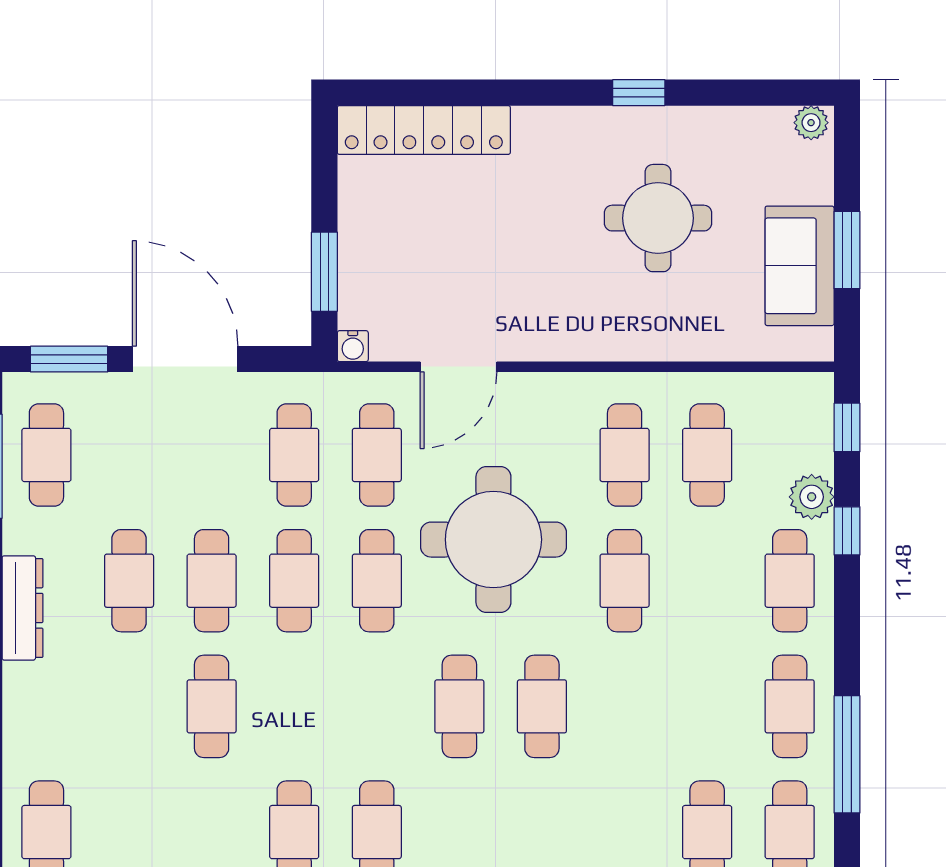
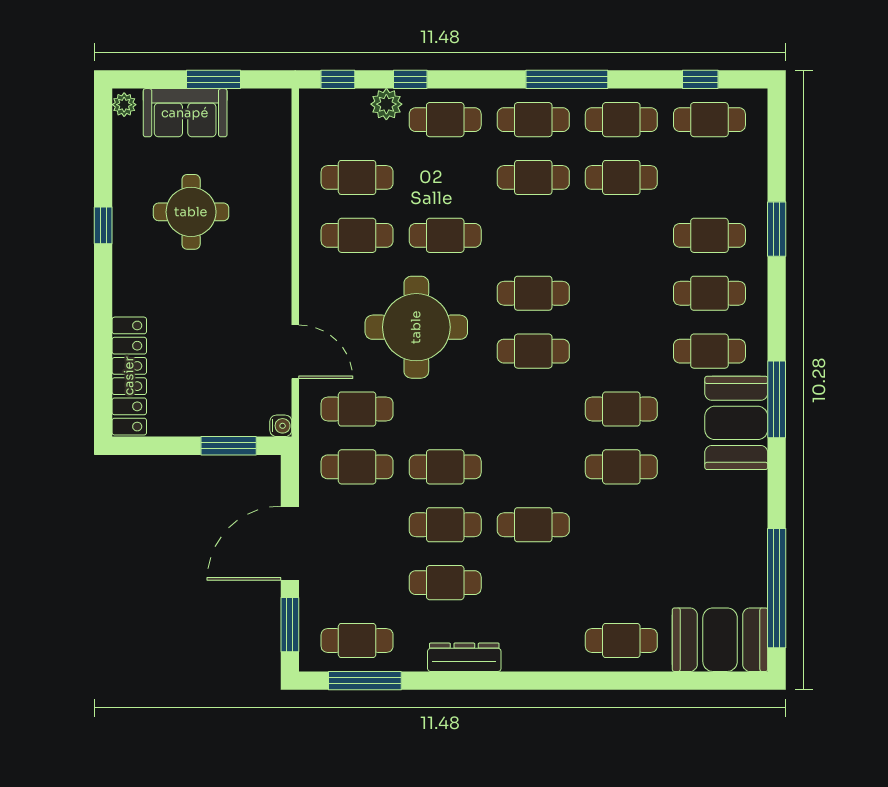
sofa: (800, 266) -> (185, 113), moved
cafe table: (377, 581) -> (533, 177), moved

